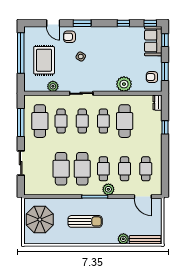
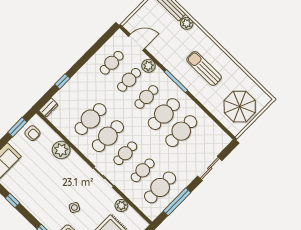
cafe table: (103, 121) -> (108, 136), width x1.37, depth x1.35
plant: (108, 189) -> (148, 66), moved
door: (143, 197) -> (137, 42), hinge flipped

